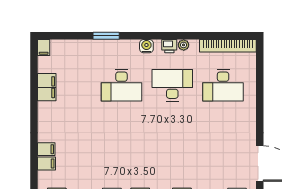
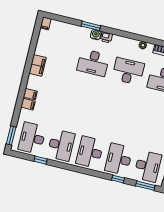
water cooler: (146, 46) -> (96, 35), moved
printer: (169, 46) -> (106, 37), moved
filing cabinet: (47, 87) -> (38, 65), moved

